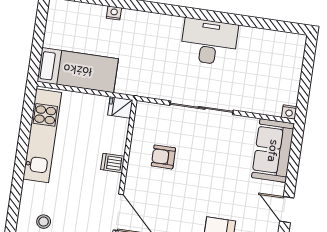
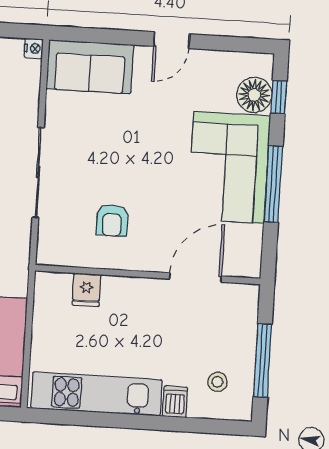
fridge: (120, 107) -> (86, 290), moved
dishwasher: (113, 163) -> (175, 402), moved, turned 180

